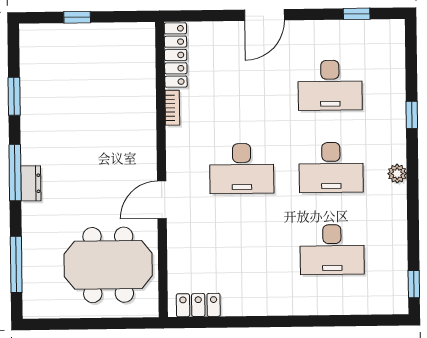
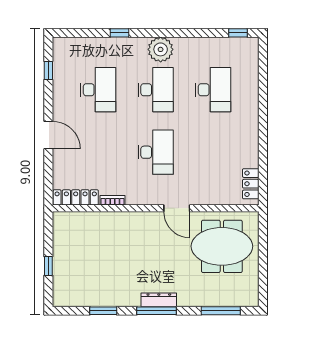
plant: (397, 174) -> (161, 49), width x1.88, depth x1.88
dresser: (31, 183) -> (159, 300), width x1.44
meeting table: (108, 265) -> (222, 246), turned 90

